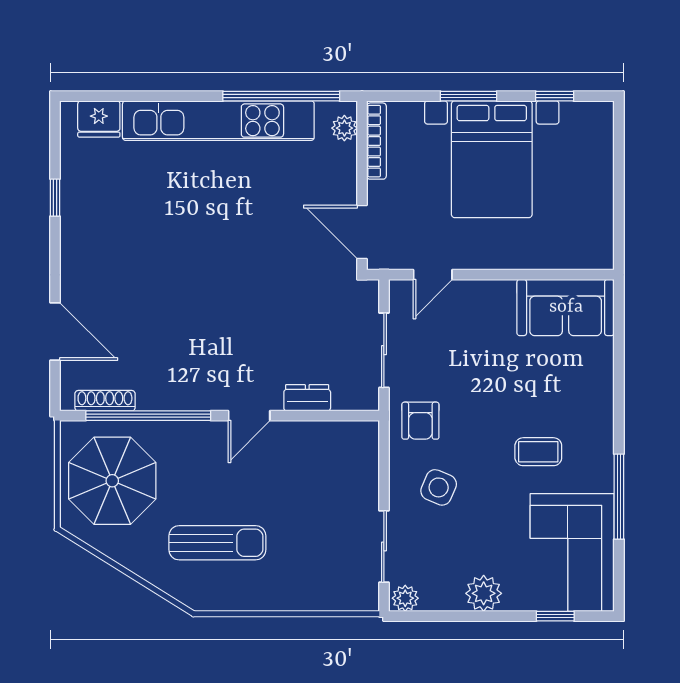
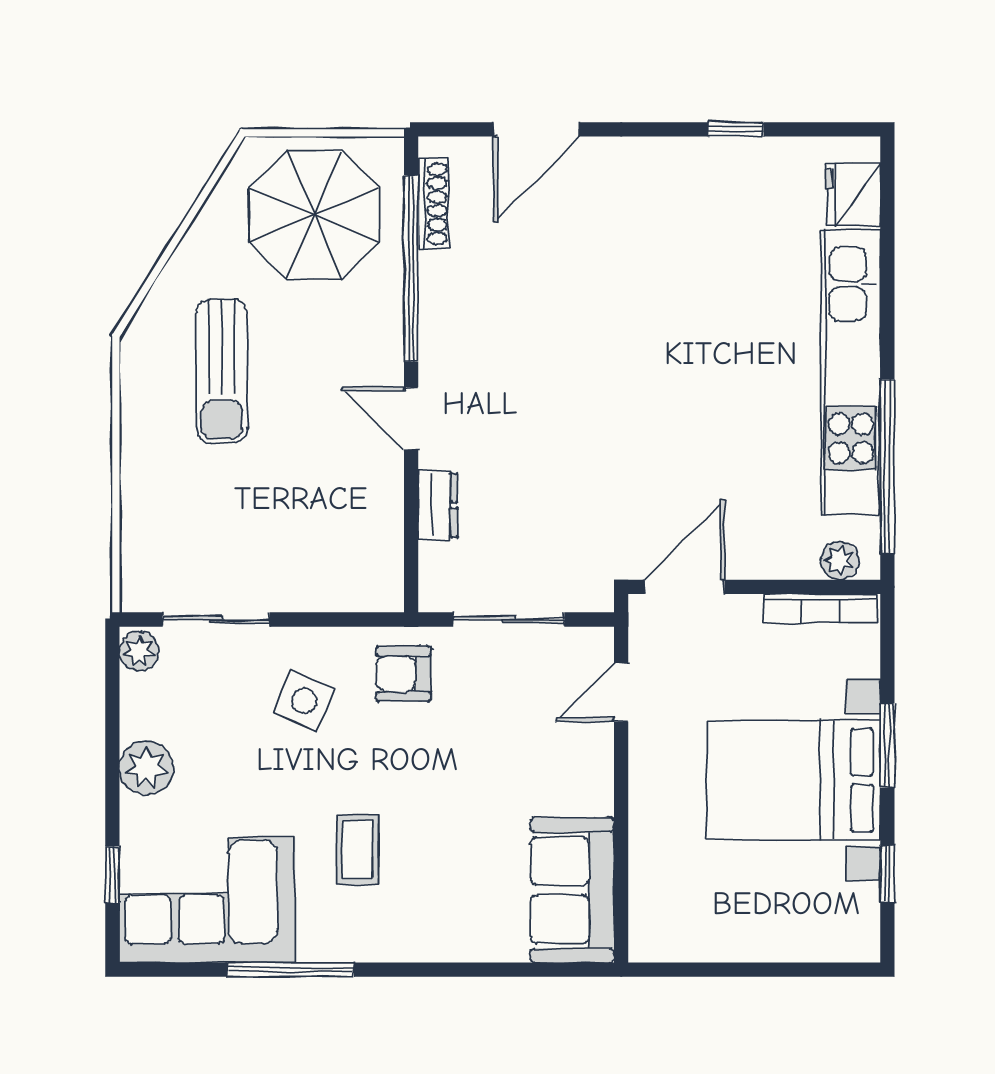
door: (433, 275) -> (621, 692), hinge flipped

